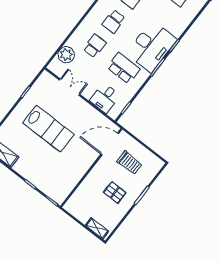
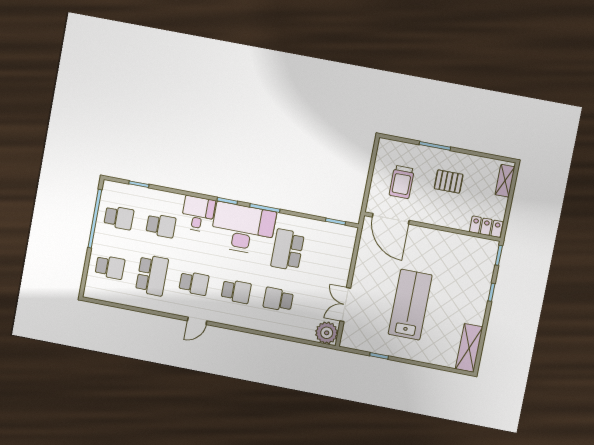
plant: (66, 55) -> (327, 333), moved
desk: (105, 98) -> (198, 214), moved, turned -90
trolley: (130, 163) -> (402, 182), turned 180
pallet: (115, 193) -> (449, 182), turned 90
locker: (74, 202) -> (486, 227), added

